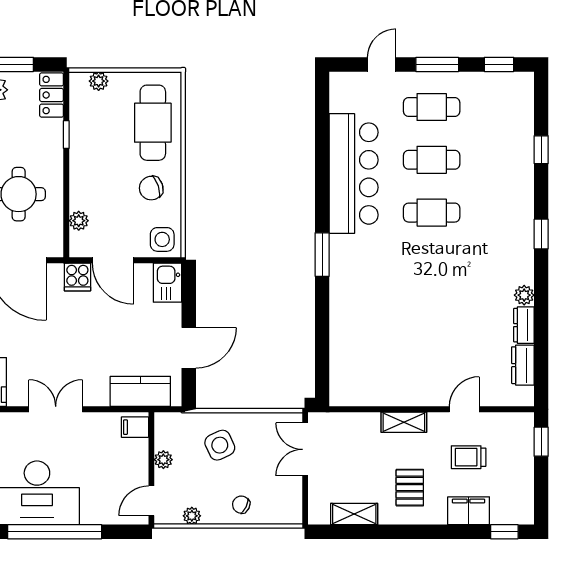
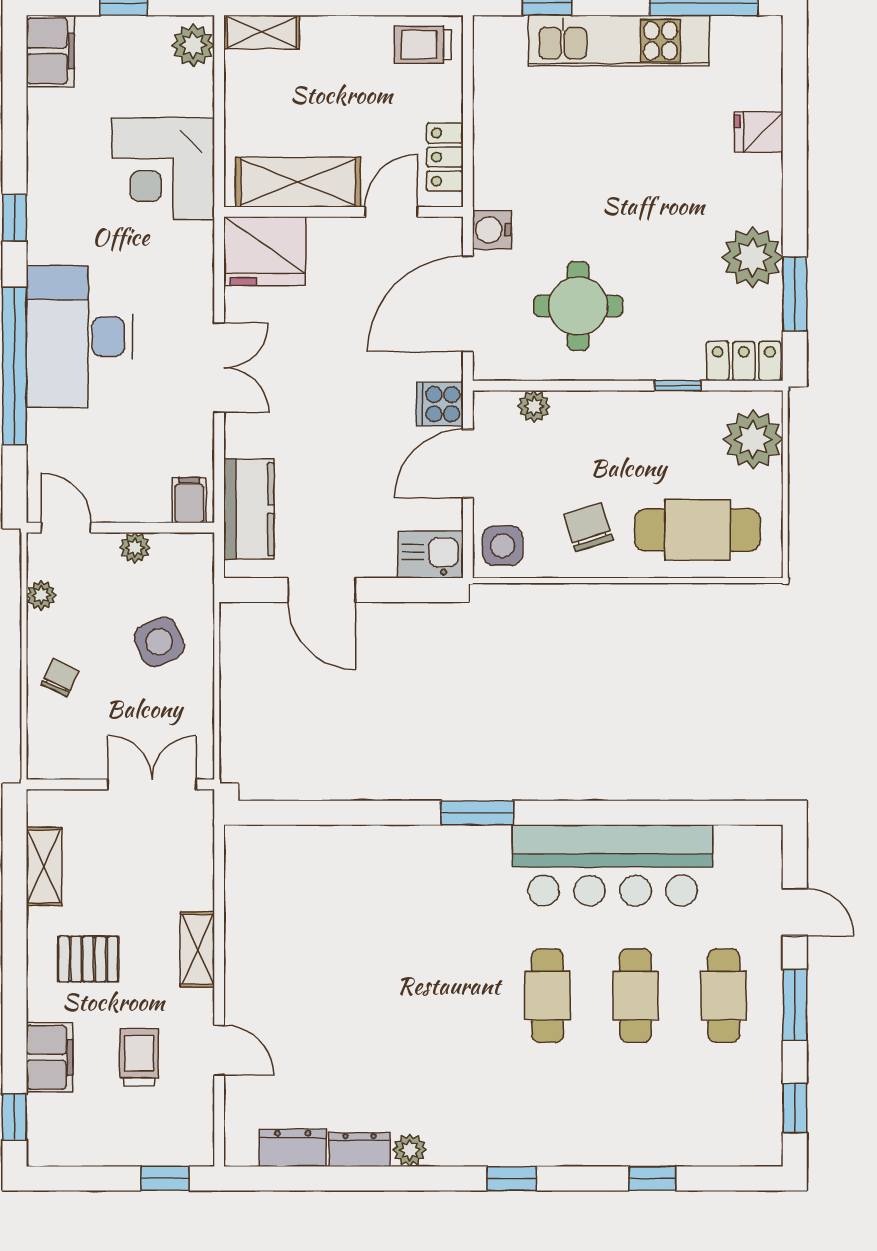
plant: (99, 81) -> (753, 439), width x1.87, depth x1.87

